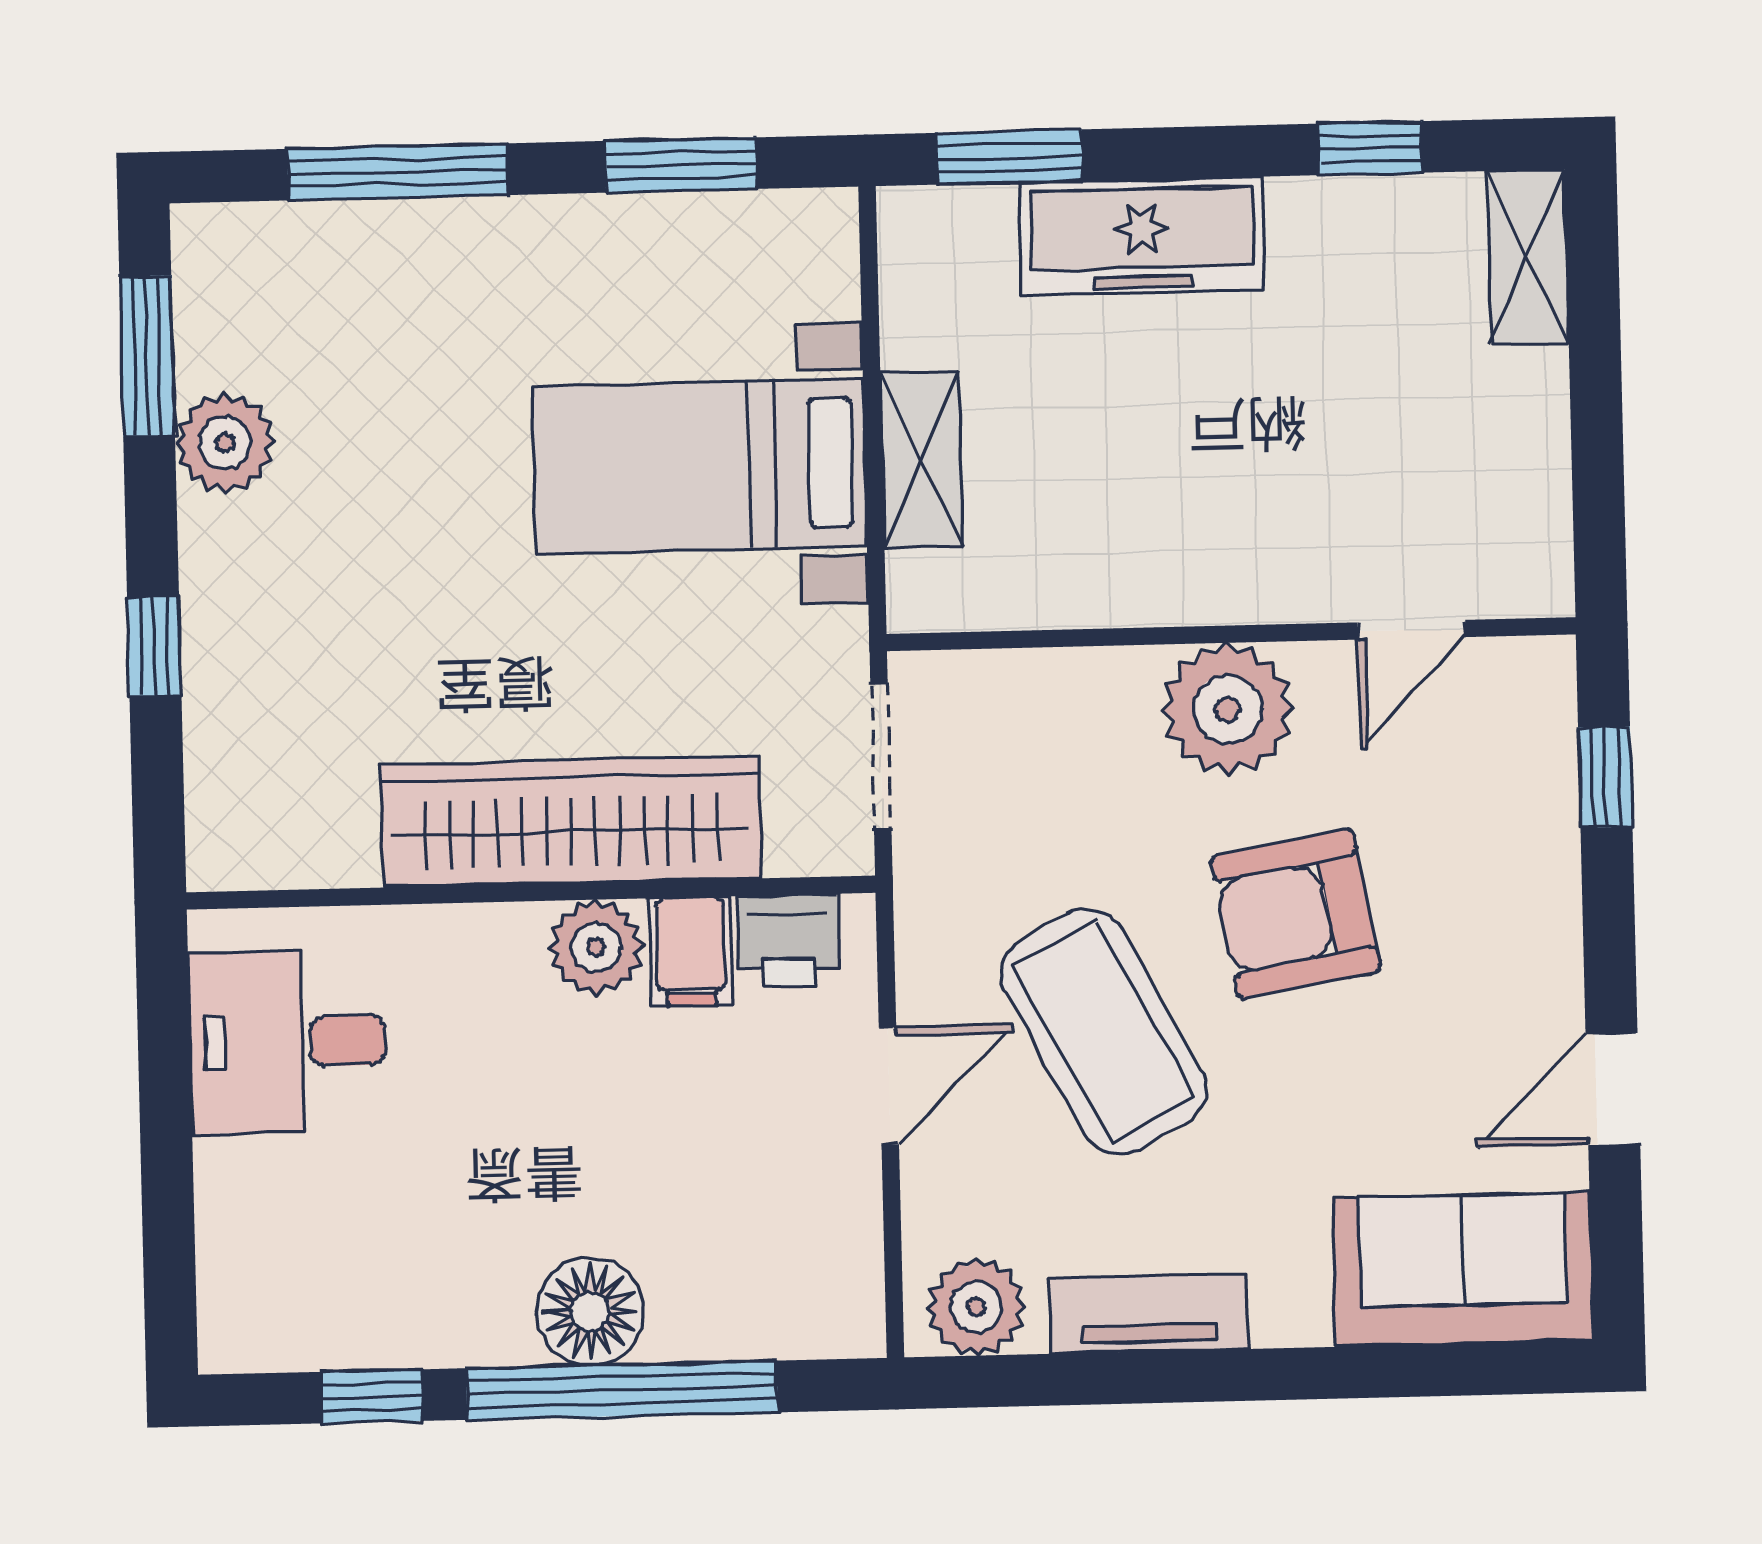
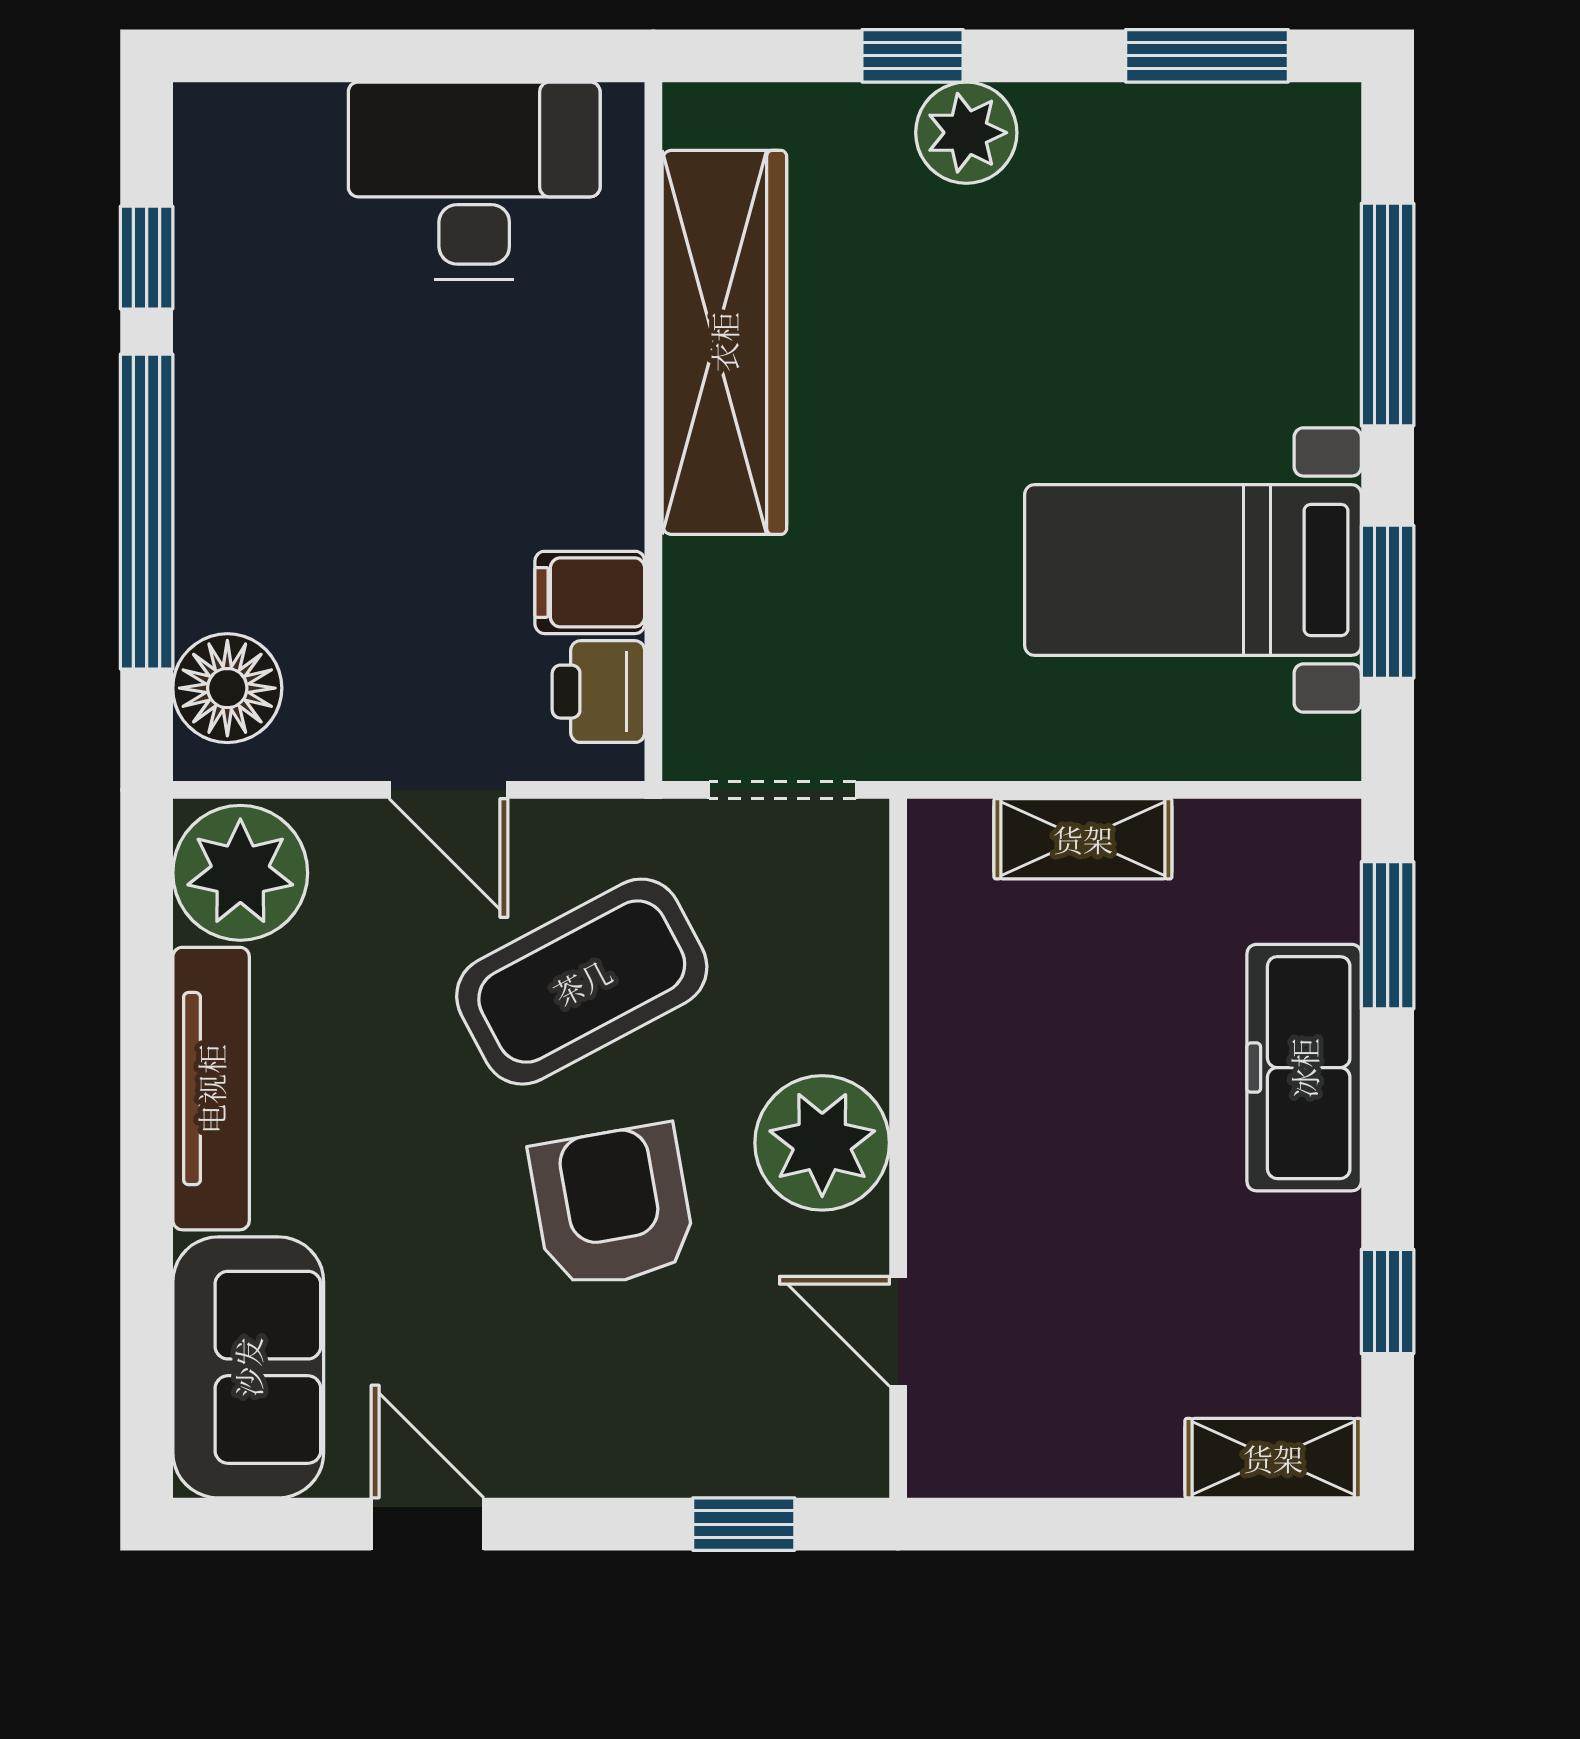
plant: (225, 443) -> (966, 133), moved
bed with nightstands: (699, 466) -> (1193, 570), moved, turned -90
wardrobe: (571, 822) -> (724, 342), moved
plant: (596, 947) -> (597, 496), removed
coffee table: (1104, 1032) -> (582, 982), moved
desk: (287, 1042) -> (474, 181), width x1.37
plant: (976, 1307) -> (240, 873), width x1.36, depth x1.36
floor lamp: (590, 1311) -> (227, 688), moved
tv unit: (1148, 1314) -> (211, 1089), width x1.41

